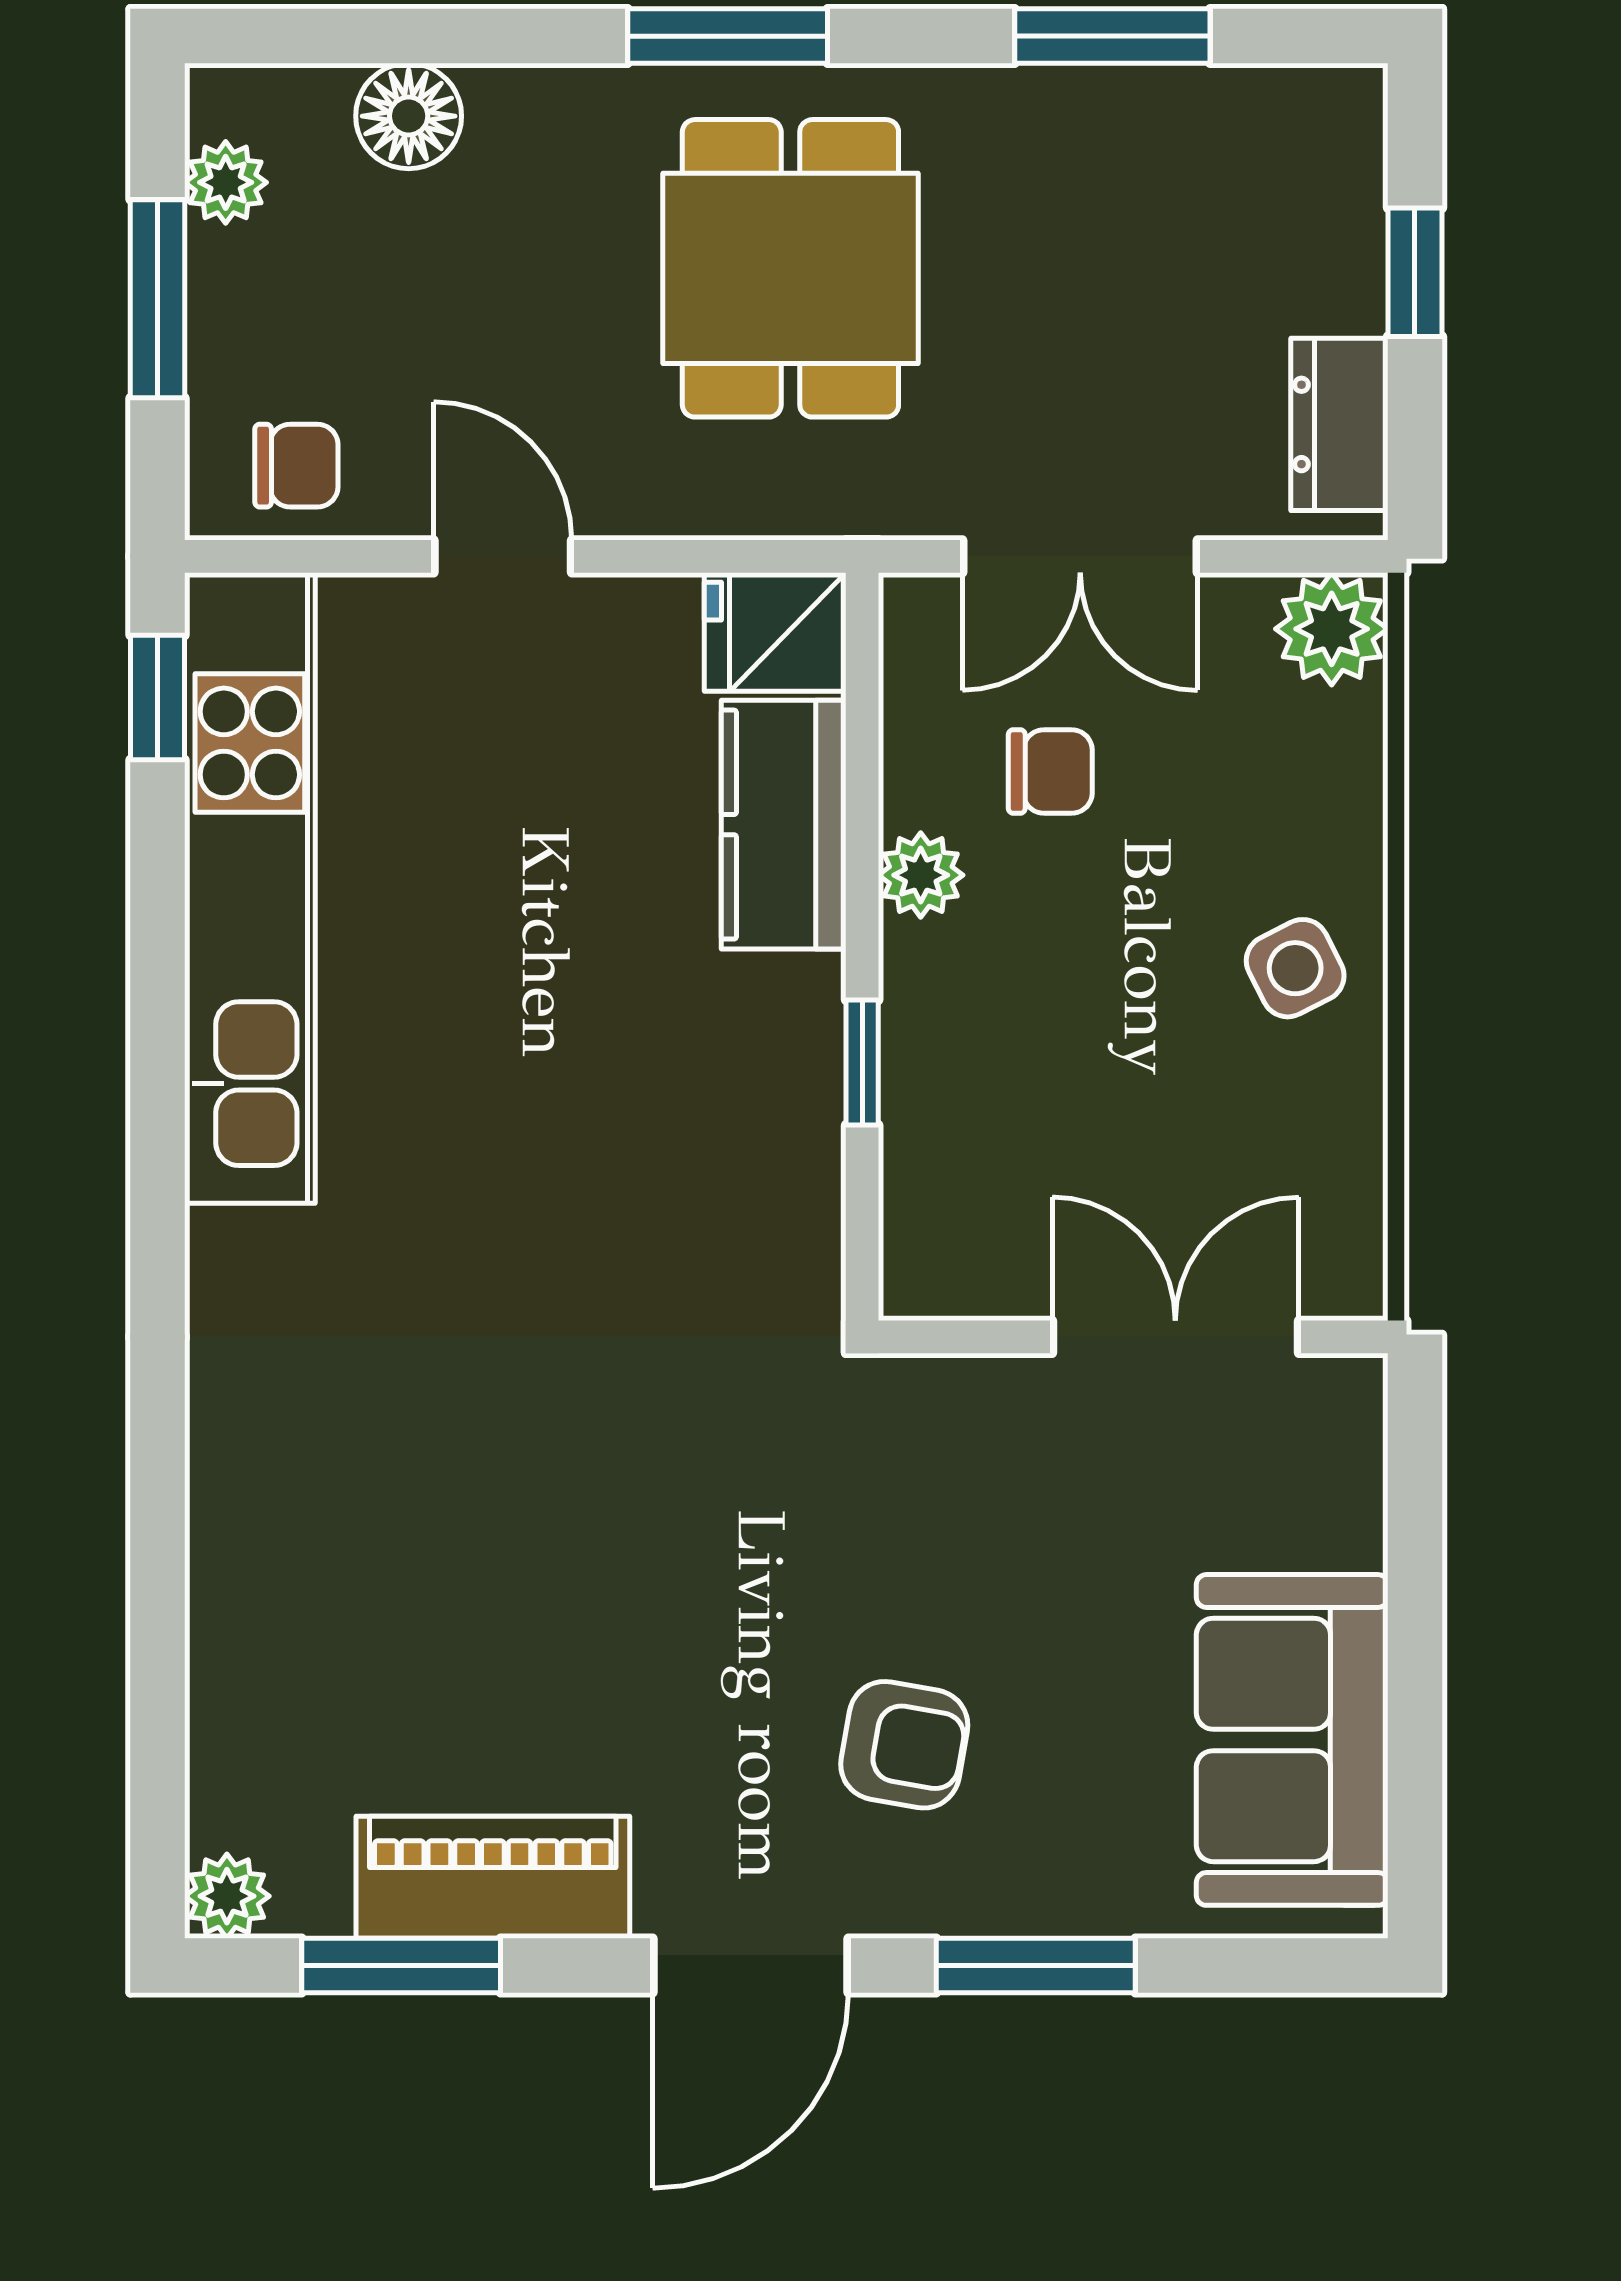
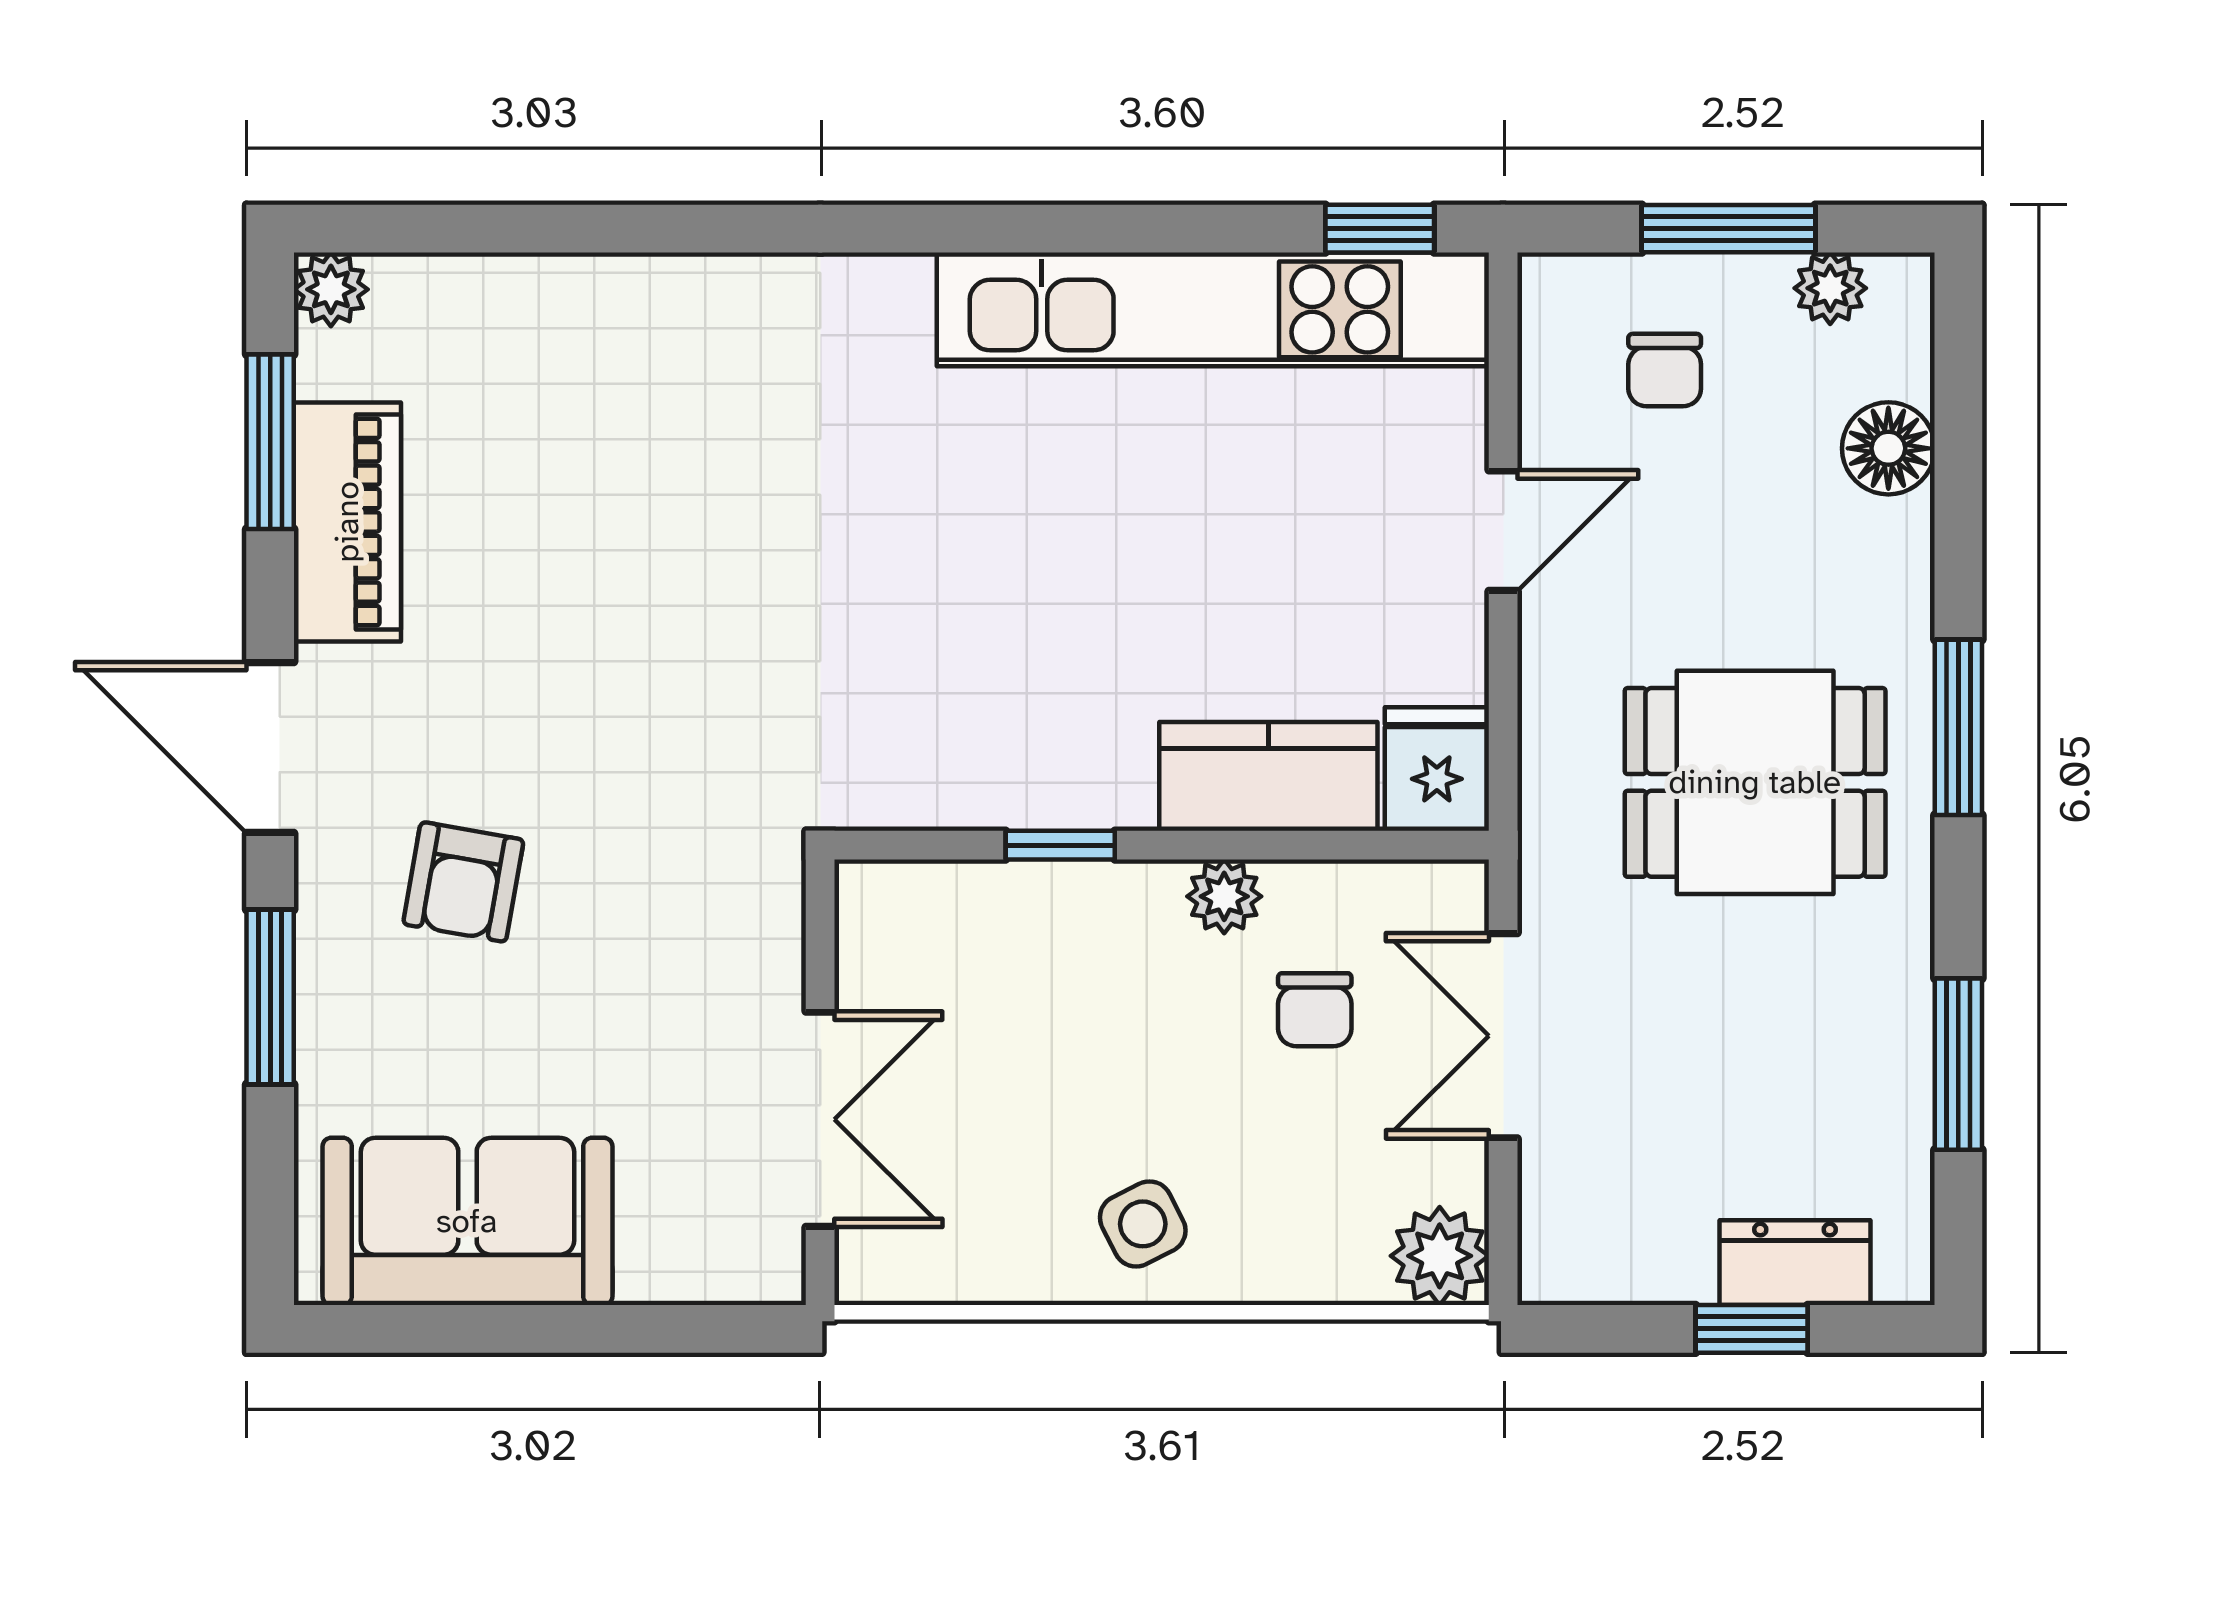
dresser: (1339, 424) -> (1795, 1263), moved
chair: (296, 466) -> (1665, 370), moved

